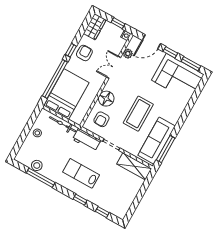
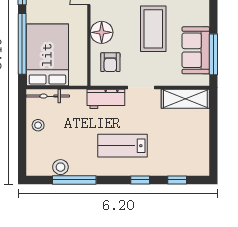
bicycle: (63, 124) -> (48, 96), moved
sofa: (157, 141) -> (196, 50), width x0.73

